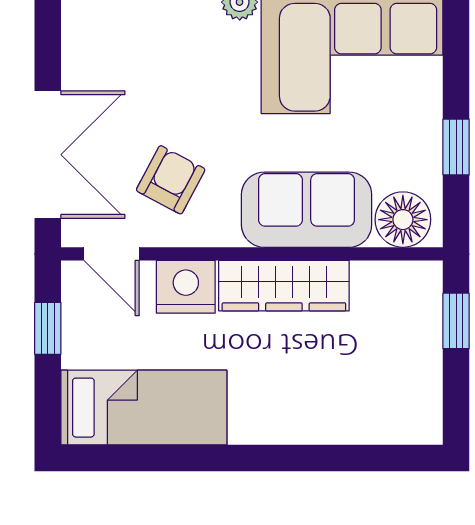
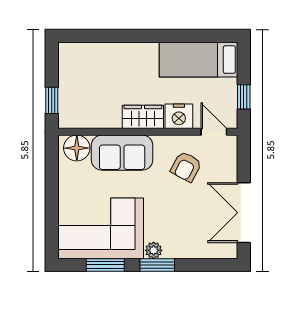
window: (456, 147) -> (52, 182), removed
double door: (48, 155) -> (244, 213), moved
wardrobe: (284, 286) -> (143, 117), width x0.67

